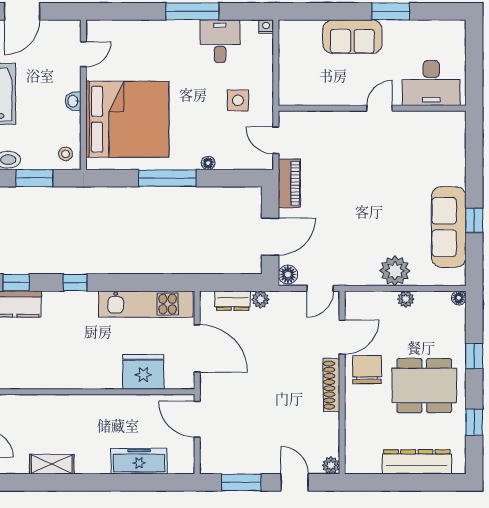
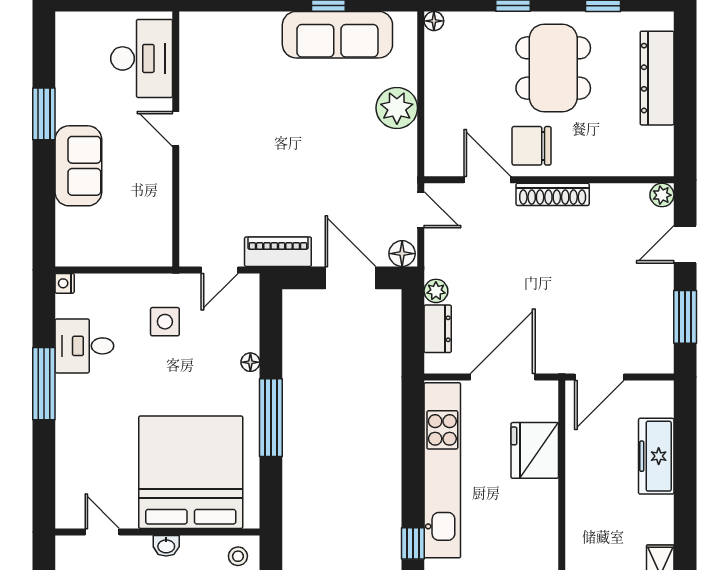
plant: (406, 299) -> (435, 93), removed
kitchen unit: (146, 304) -> (442, 470), width x1.36

